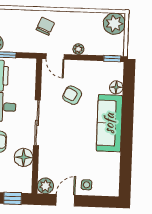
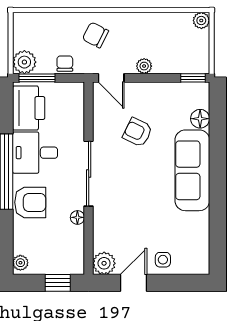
plant: (114, 24) -> (201, 21), width x0.53, depth x0.53
chair: (45, 26) -> (95, 35), turned -86
chair: (23, 45) -> (65, 64), added
floor lamp: (24, 157) -> (77, 217), width x0.53, depth x0.53

